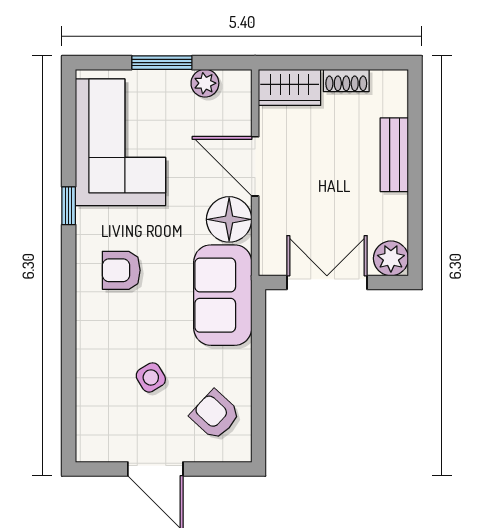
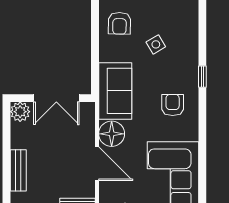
window: (69, 206) -> (202, 77), moved
armchair: (121, 270) -> (173, 105), turned -90
armchair: (215, 415) -> (120, 23), turned 48

